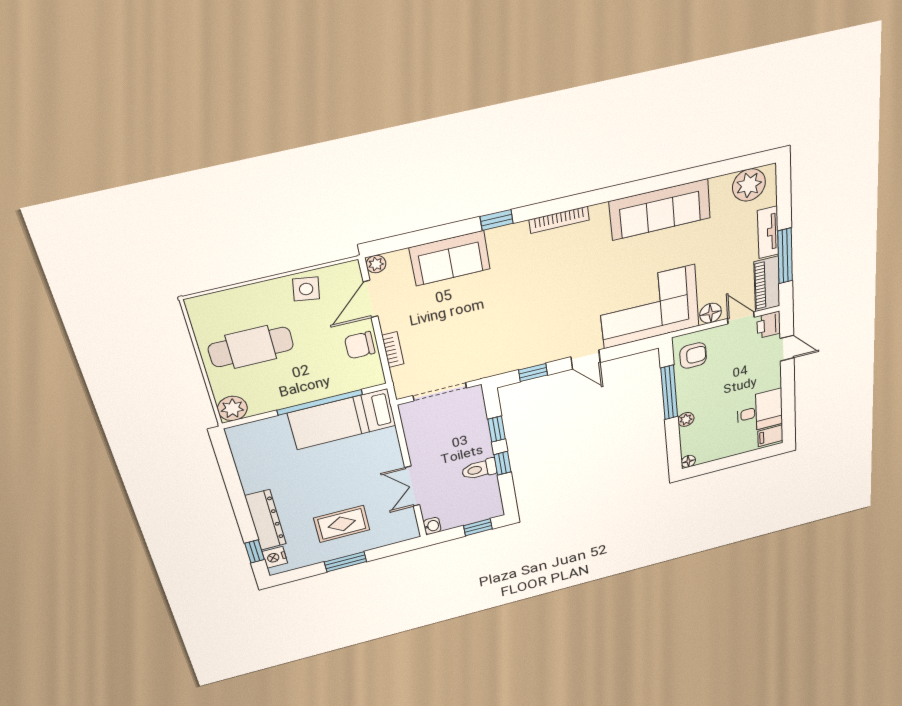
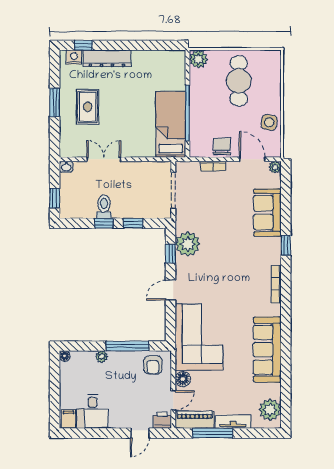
plant: (516, 354) -> (188, 244), added

